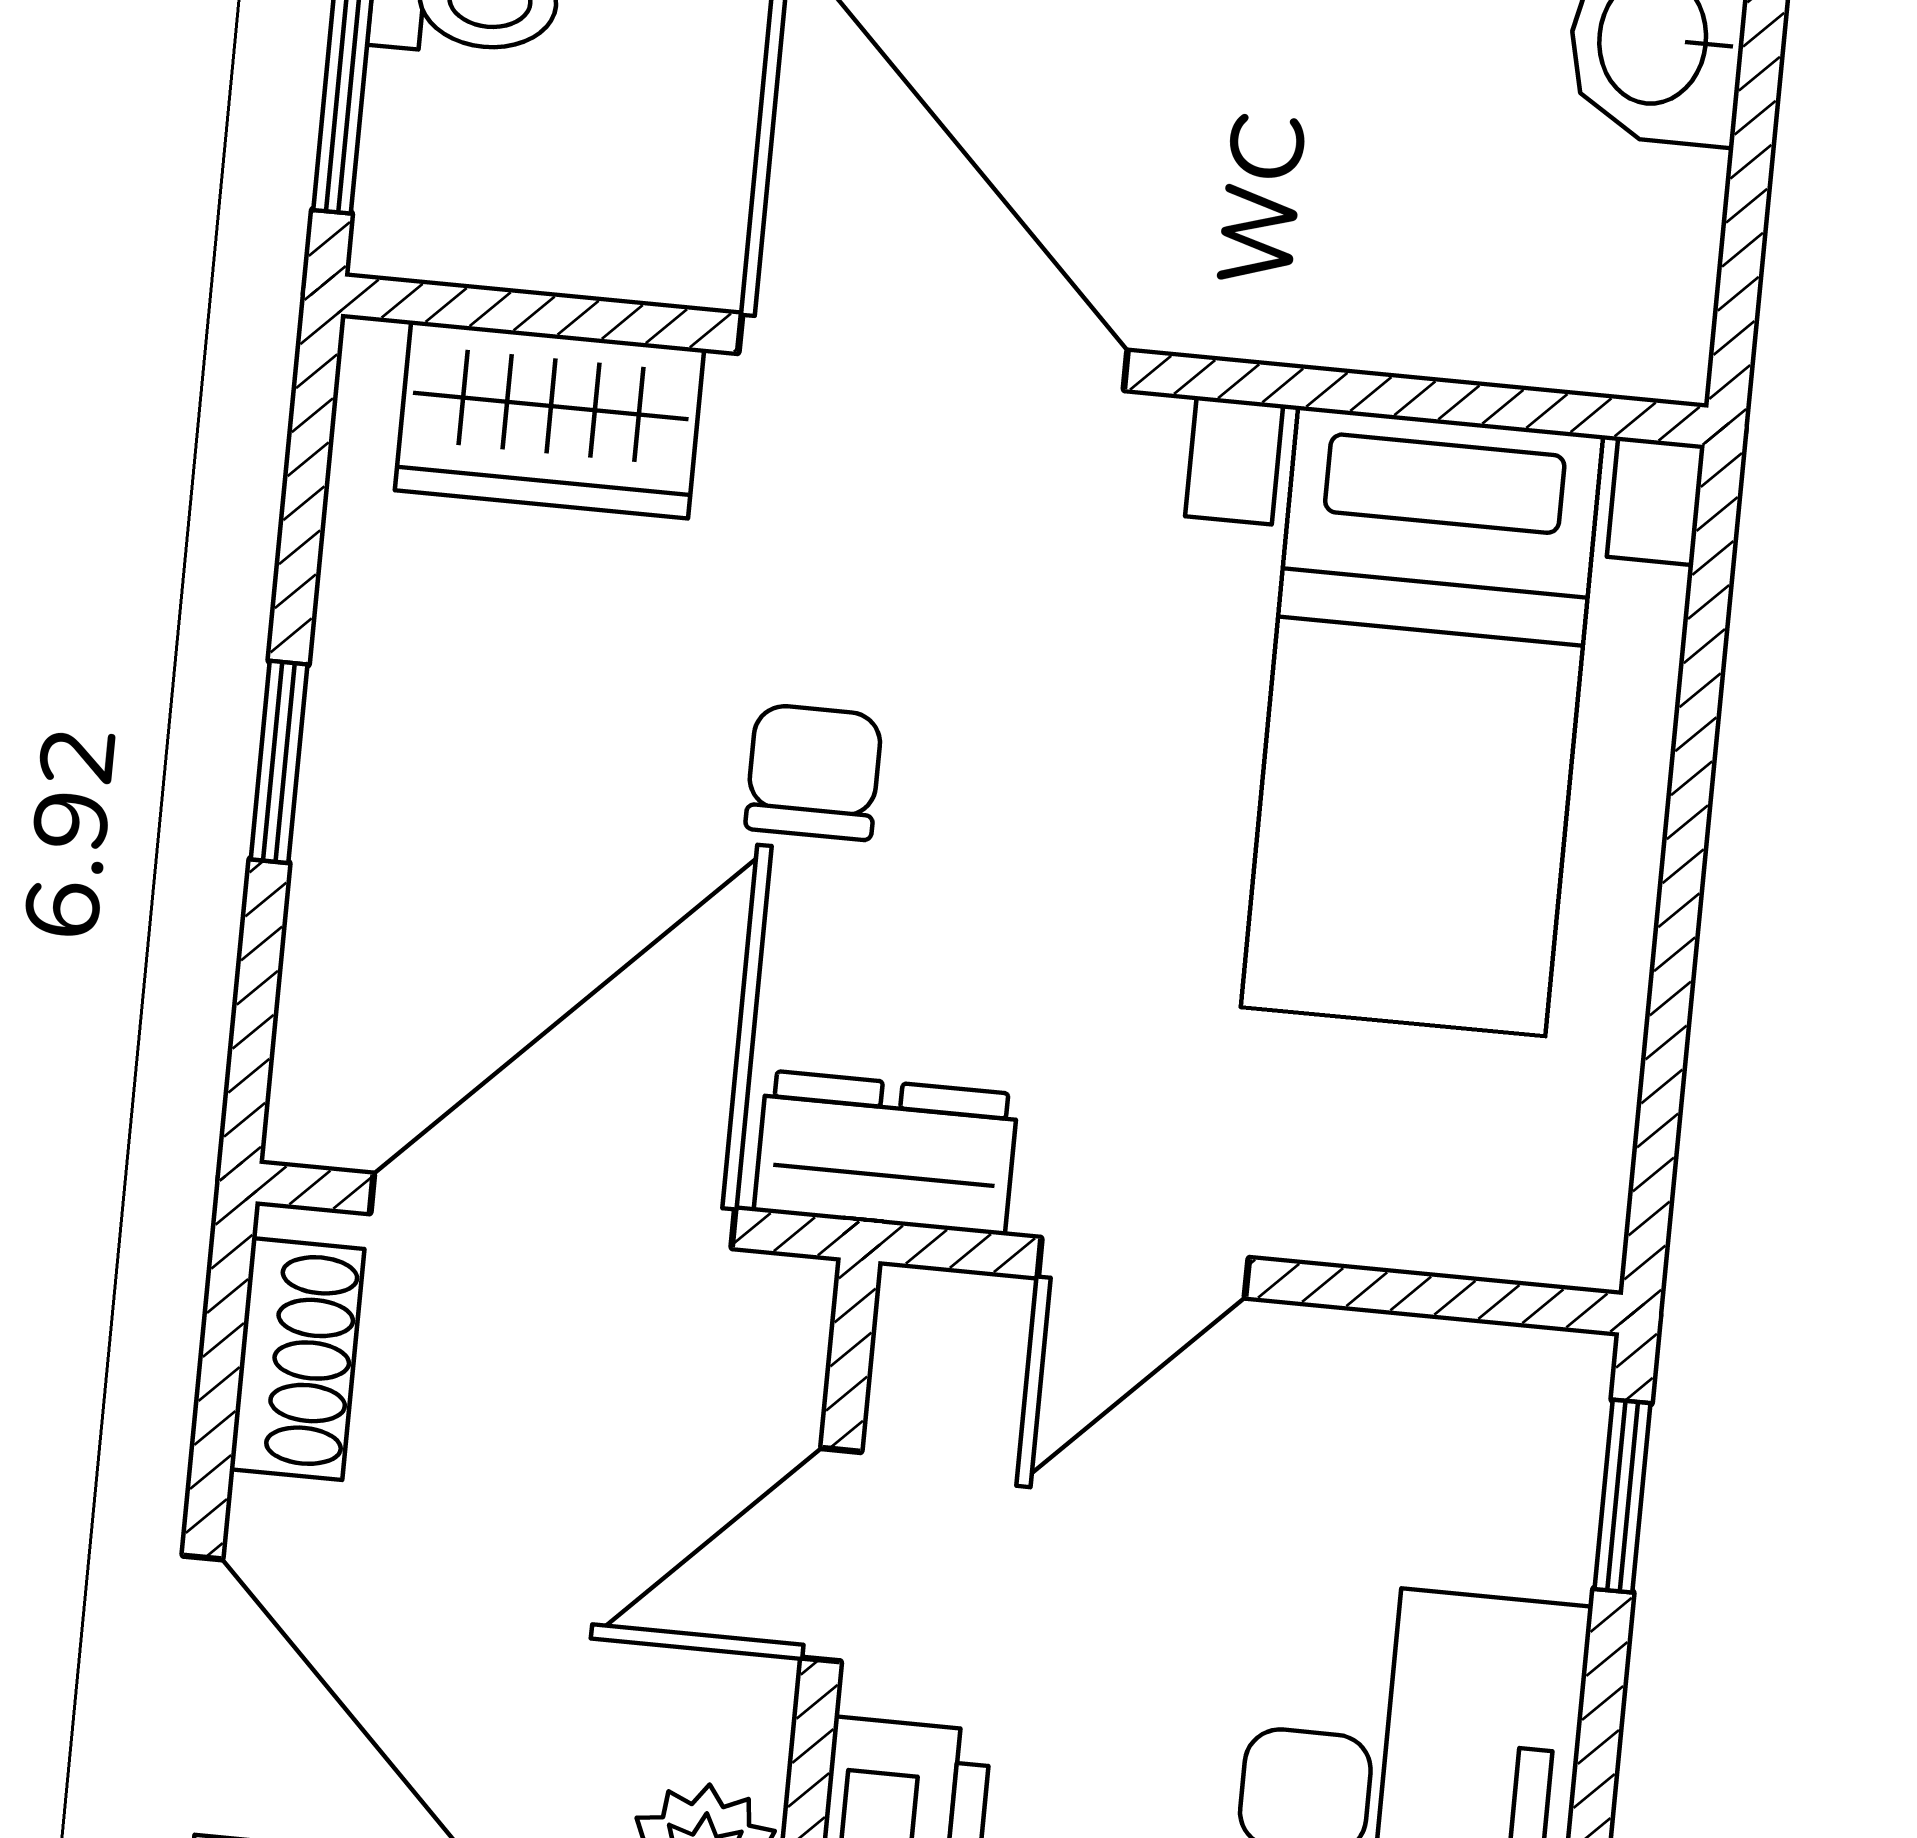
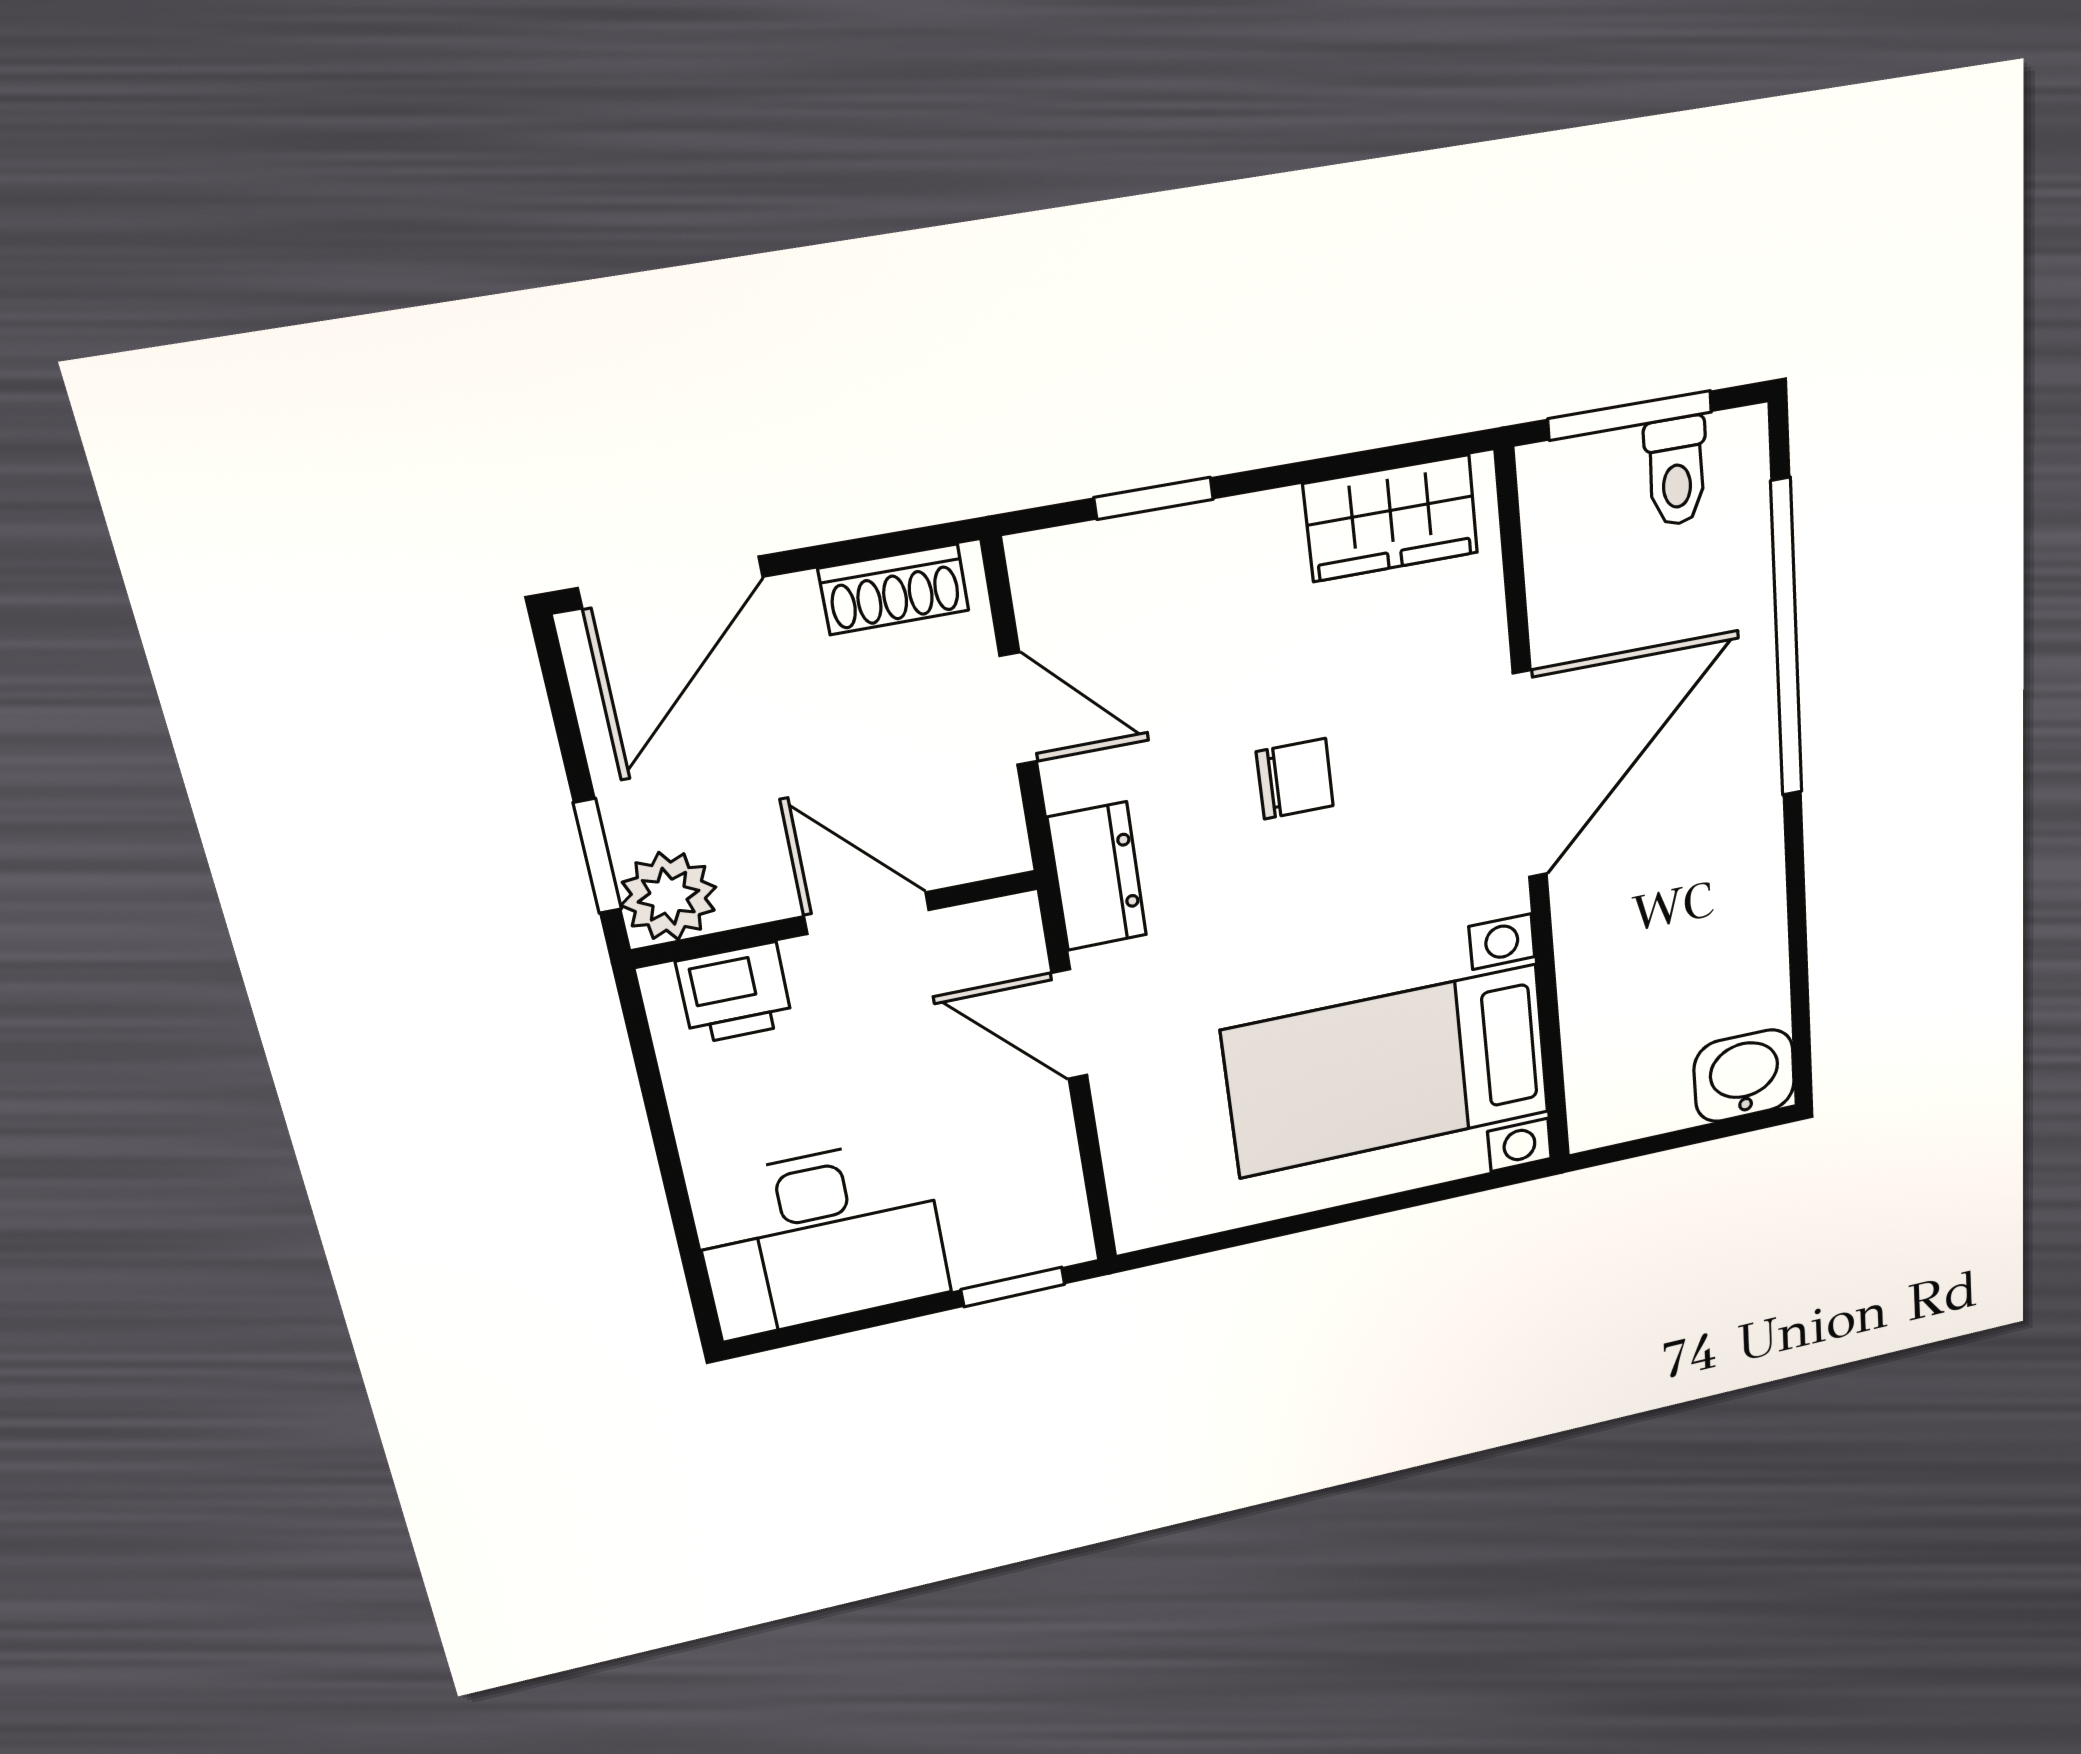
wardrobe: (550, 420) -> (1391, 518), moved, turned -90
window: (279, 762) -> (1154, 498), moved
door: (553, 1211) -> (1018, 709), width x0.53

